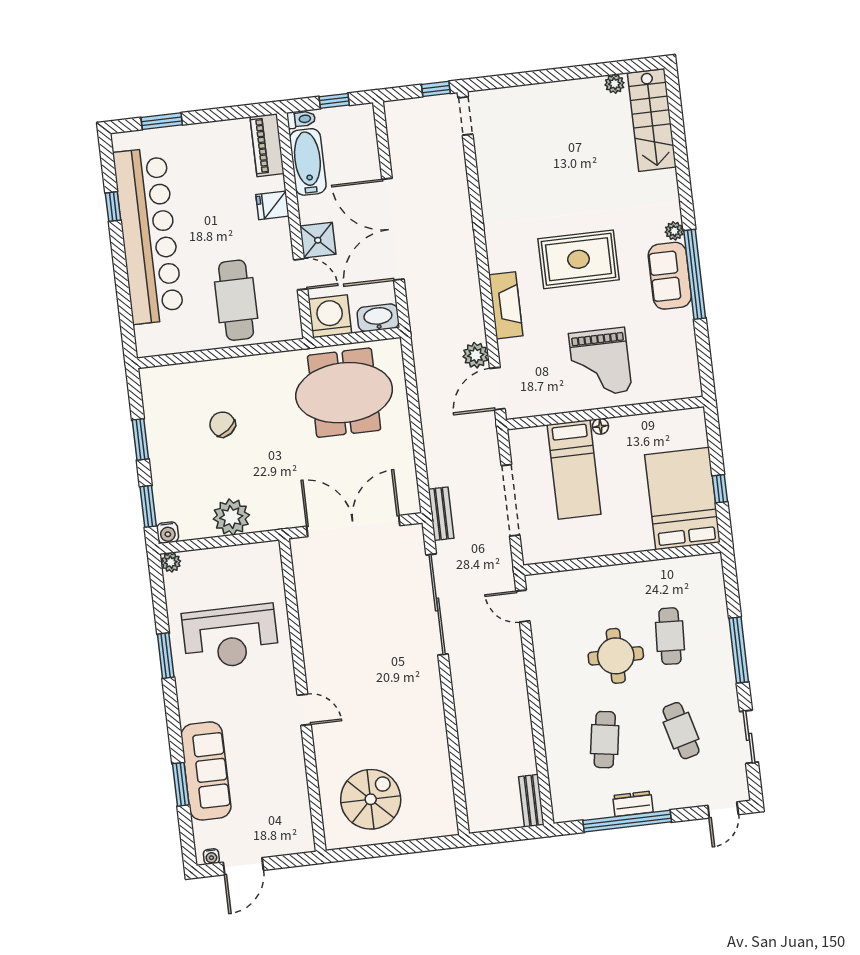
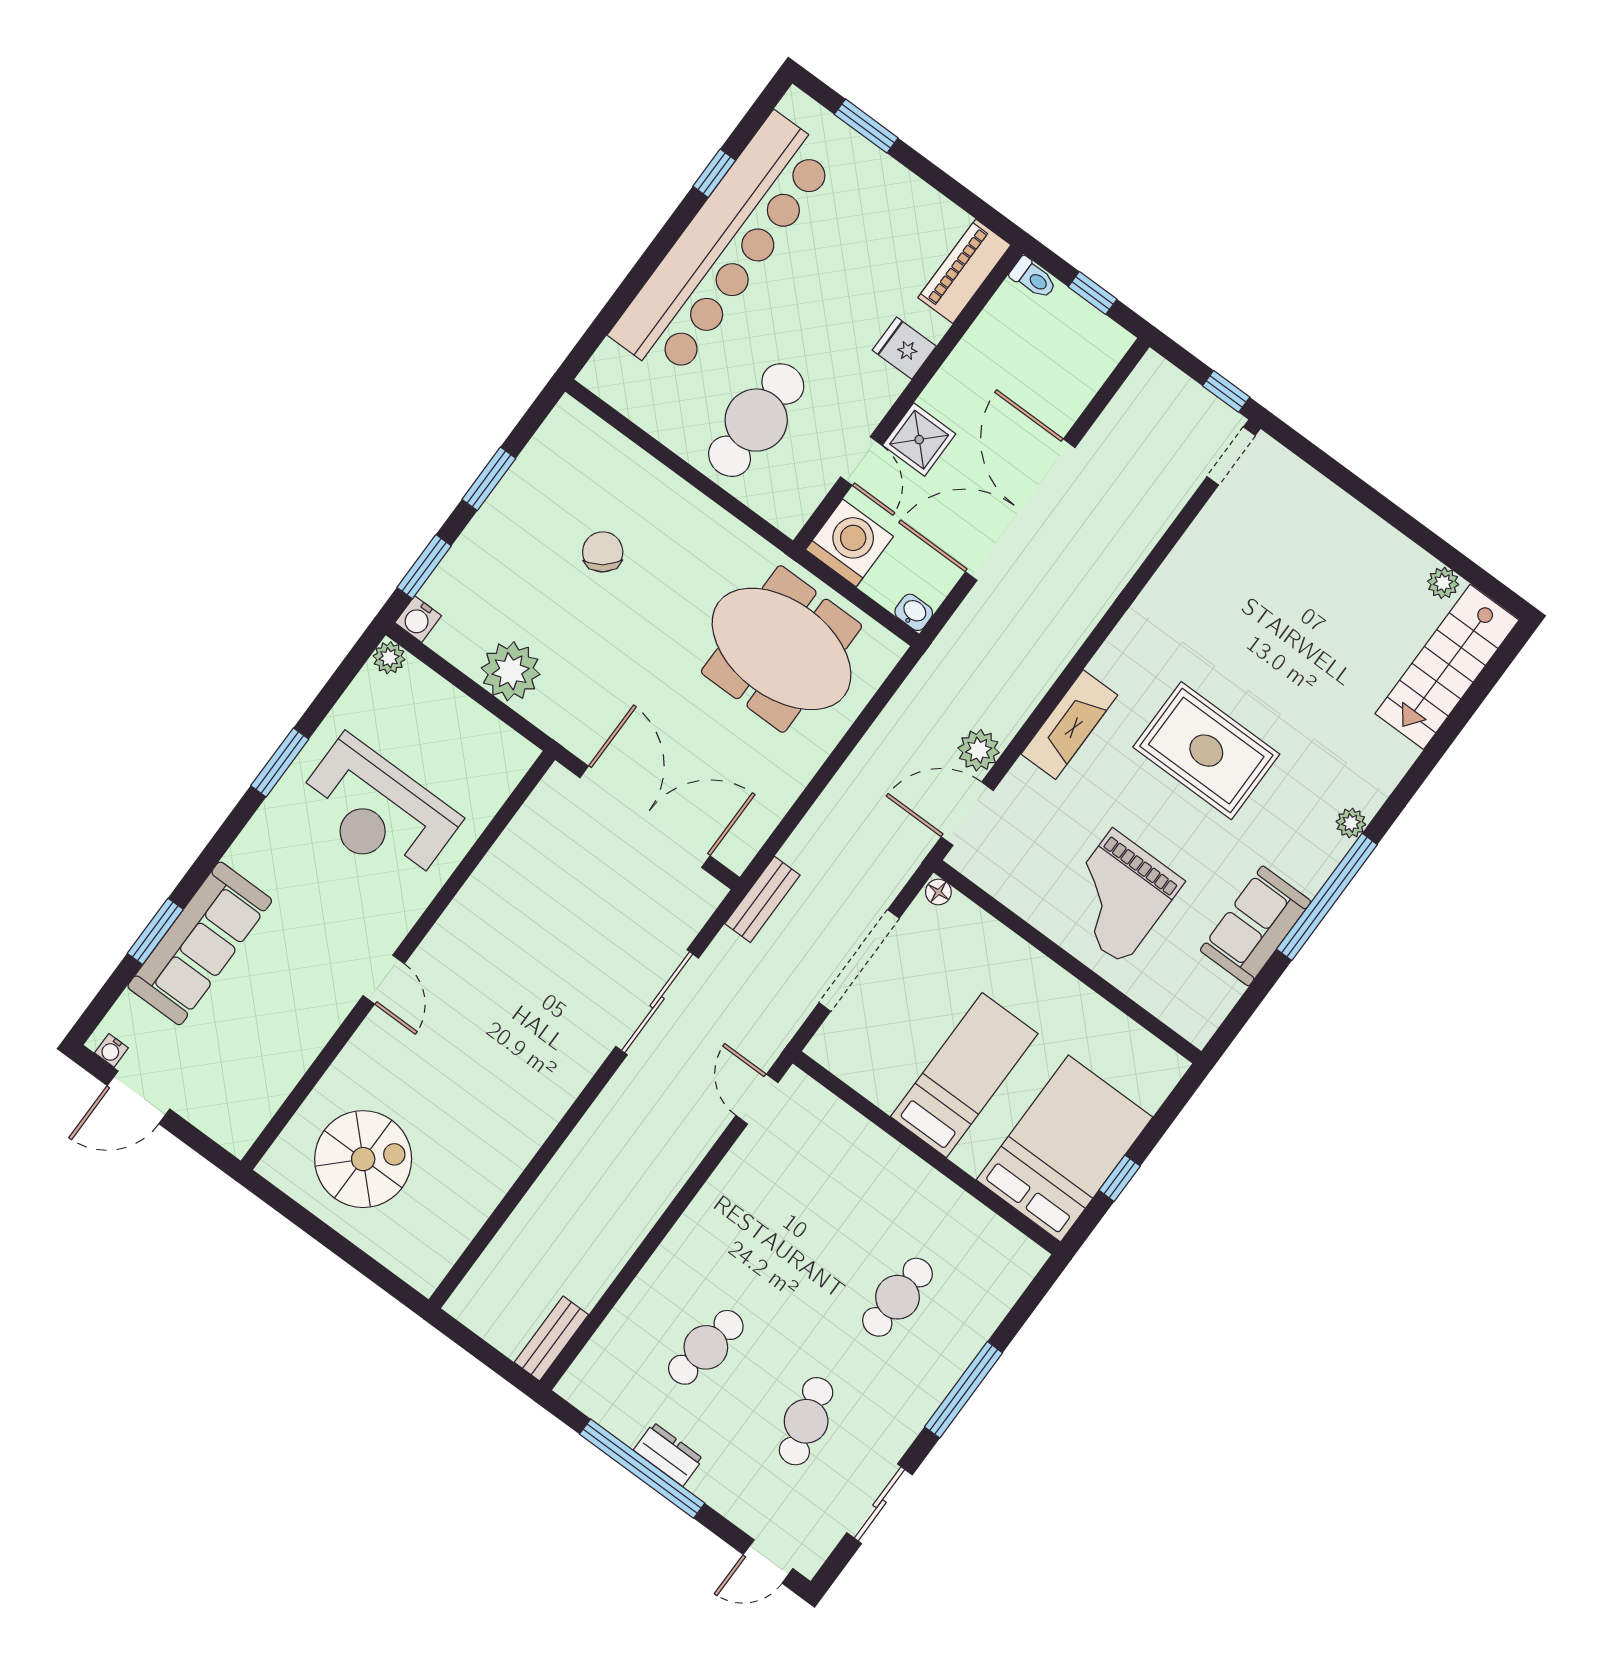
bathtub: (308, 162) -> (994, 336), removed
sofa: (670, 276) -> (1256, 926), moved
washbasin: (378, 318) -> (914, 612), width x0.52, depth x0.69
floor lamp: (600, 426) -> (938, 892), moved
bed: (574, 470) -> (964, 1075), moved, turned 180
sliding door: (437, 605) -> (657, 1002), width x0.73
round table: (616, 656) -> (812, 1261), removed

